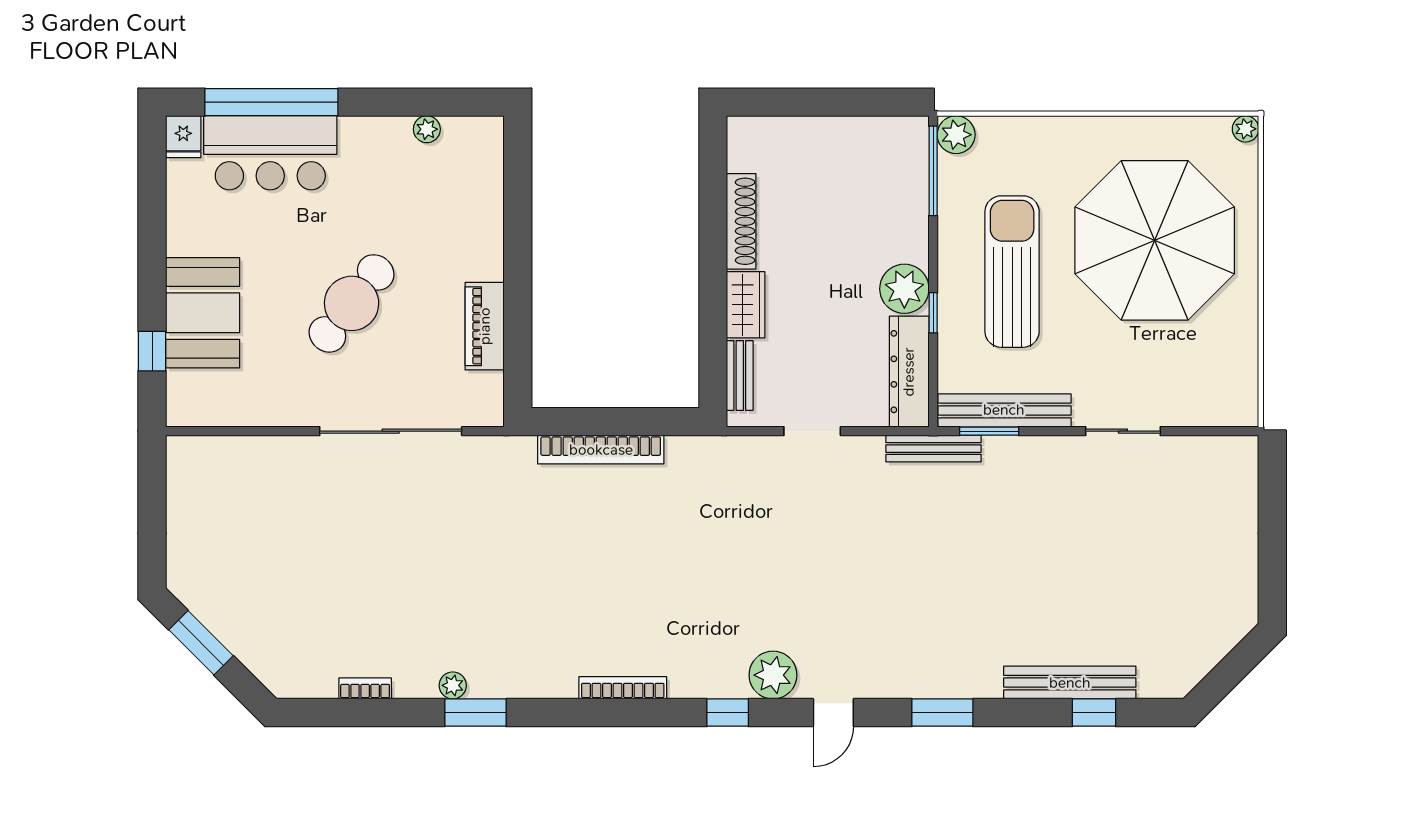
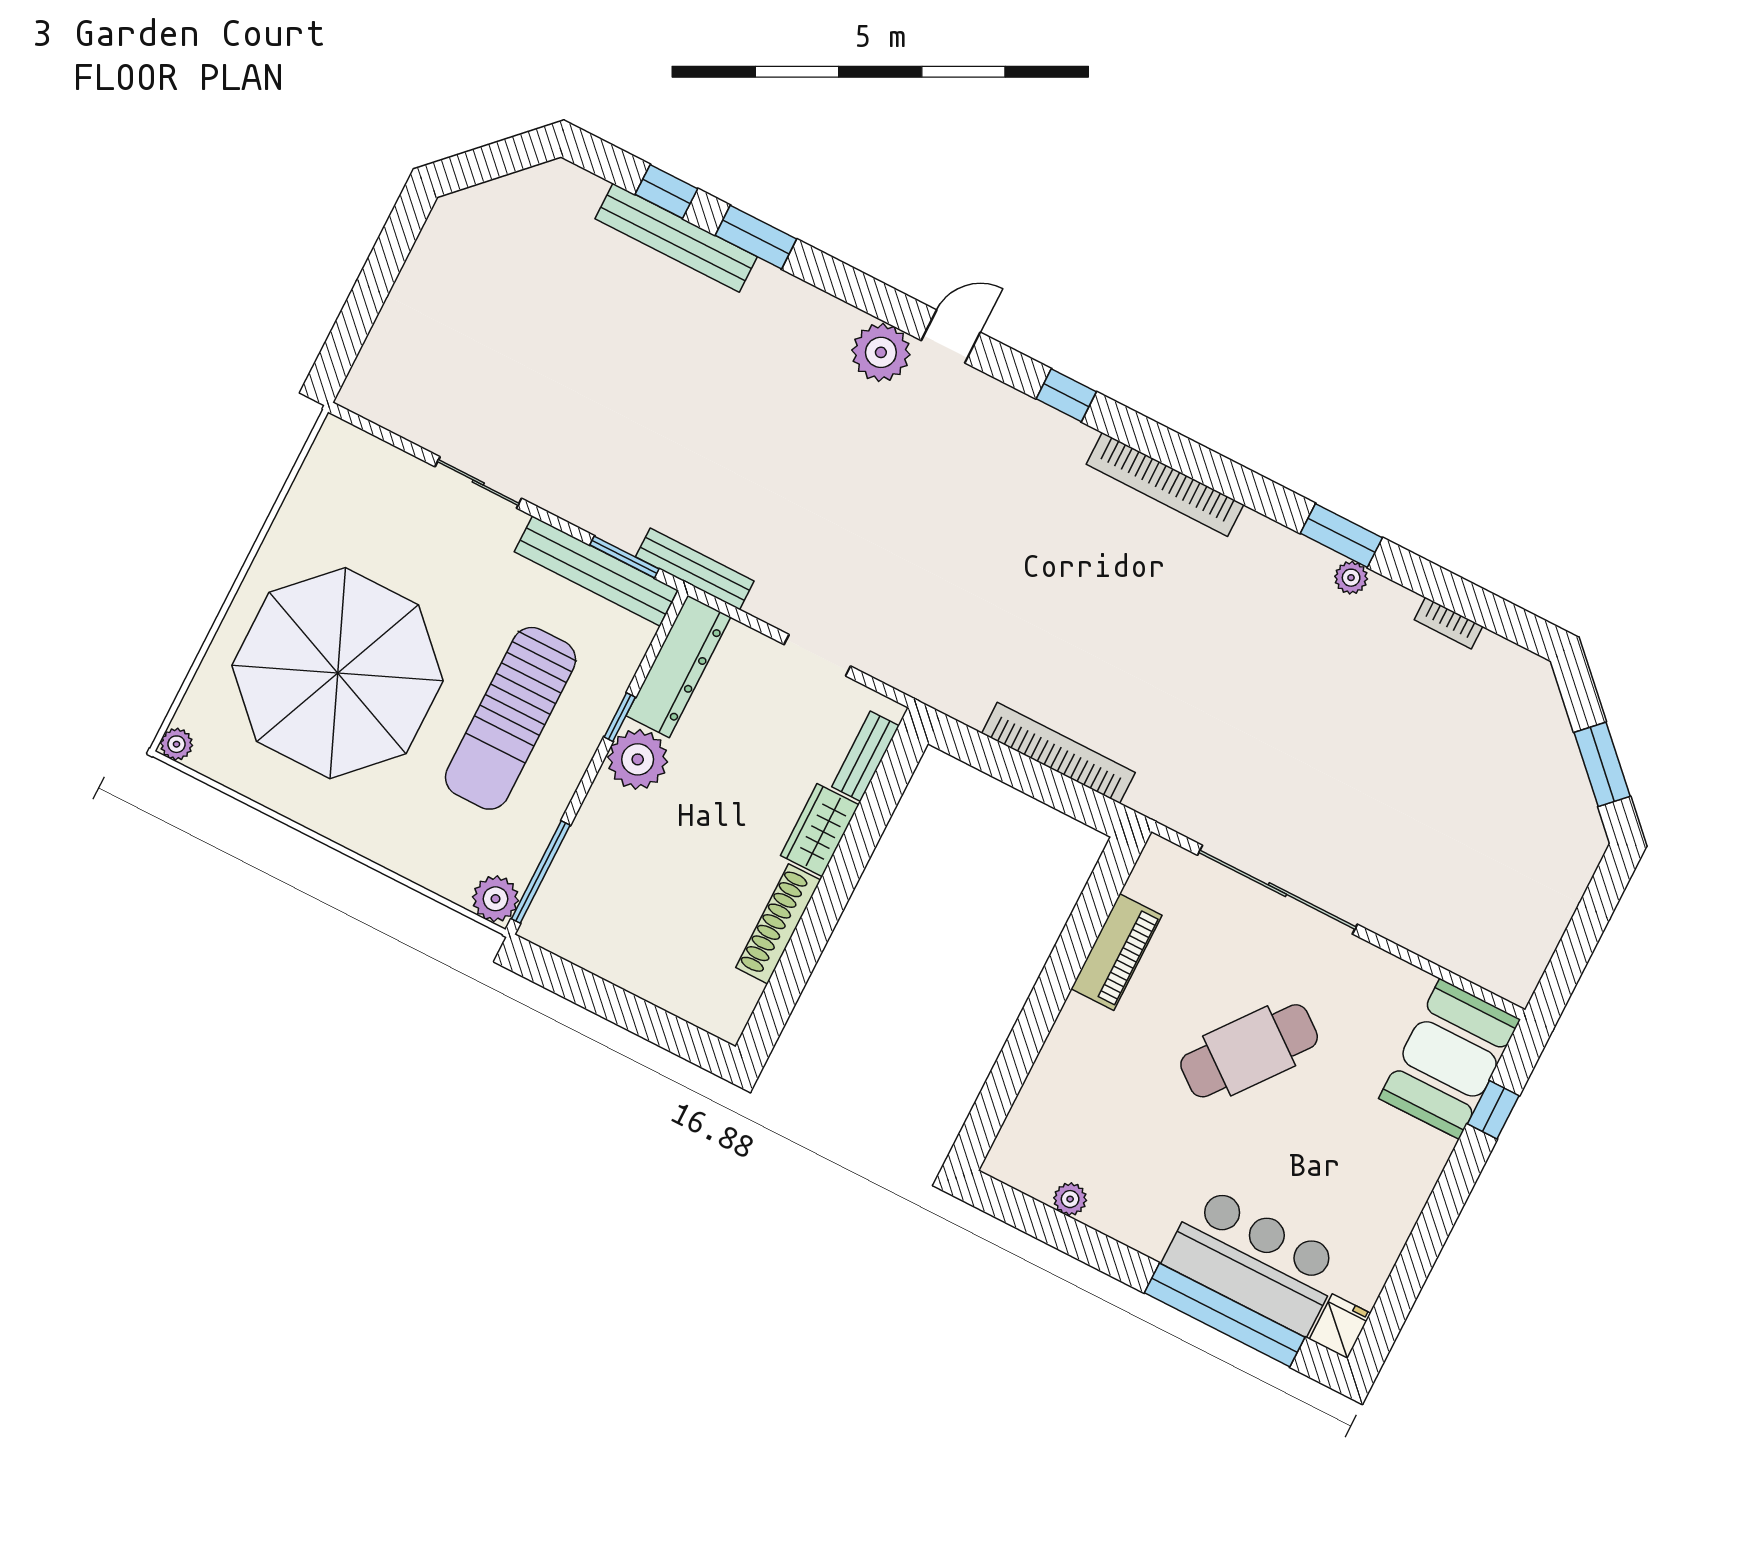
booth: (203, 313) -> (1450, 1059), moved
plant: (773, 675) -> (881, 352), moved
bookcase: (623, 688) -> (1165, 484), width x1.48, depth x1.31
window: (942, 713) -> (756, 237), moved

